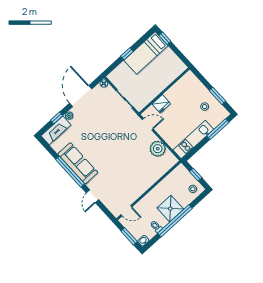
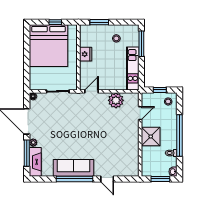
window: (165, 38) -> (55, 22), moved
bed: (146, 53) -> (48, 46), width x2.04
window: (127, 54) -> (27, 60), removed
window: (217, 96) -> (99, 22), moved
fridge: (161, 104) -> (86, 54), moved
window: (57, 118) -> (27, 153), width x2.17
shower: (170, 209) -> (151, 136), moved
door: (126, 211) -> (140, 113), moved

